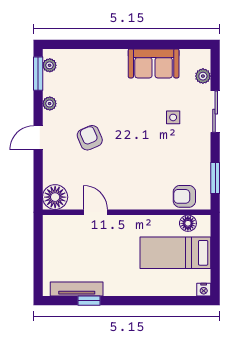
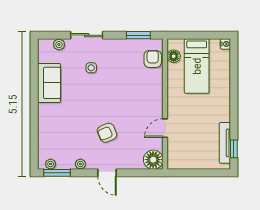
armchair: (184, 196) -> (153, 59), turned 180
window: (89, 301) -> (234, 149), moved

